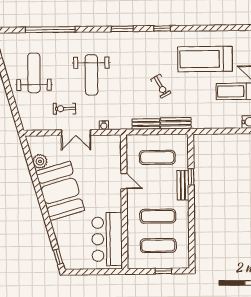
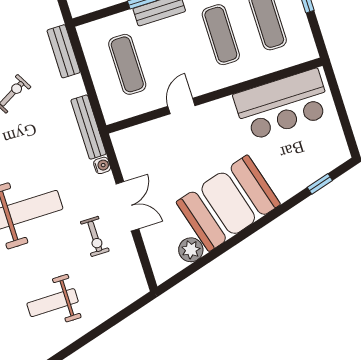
weight bench: (34, 73) -> (53, 303), width x0.73, depth x0.75
bench: (146, 124) -> (89, 127), moved, width x1.36
window: (58, 257) -> (320, 184), moved

